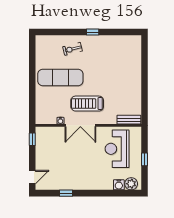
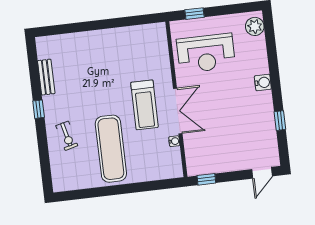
bench: (129, 120) -> (46, 77), moved
window: (145, 159) -> (195, 14), moved
door: (32, 177) -> (262, 173), swing flipped
water cooler: (119, 185) -> (263, 82), moved

